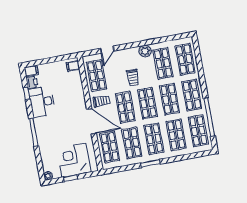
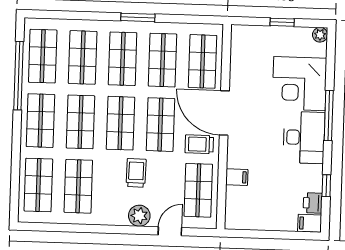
plant: (145, 51) -> (139, 216), moved
filing cabinet: (73, 66) -> (237, 177), moved
desk: (42, 102) -> (304, 137), moved
corner desk: (74, 160) -> (299, 84), moved, turned 90

